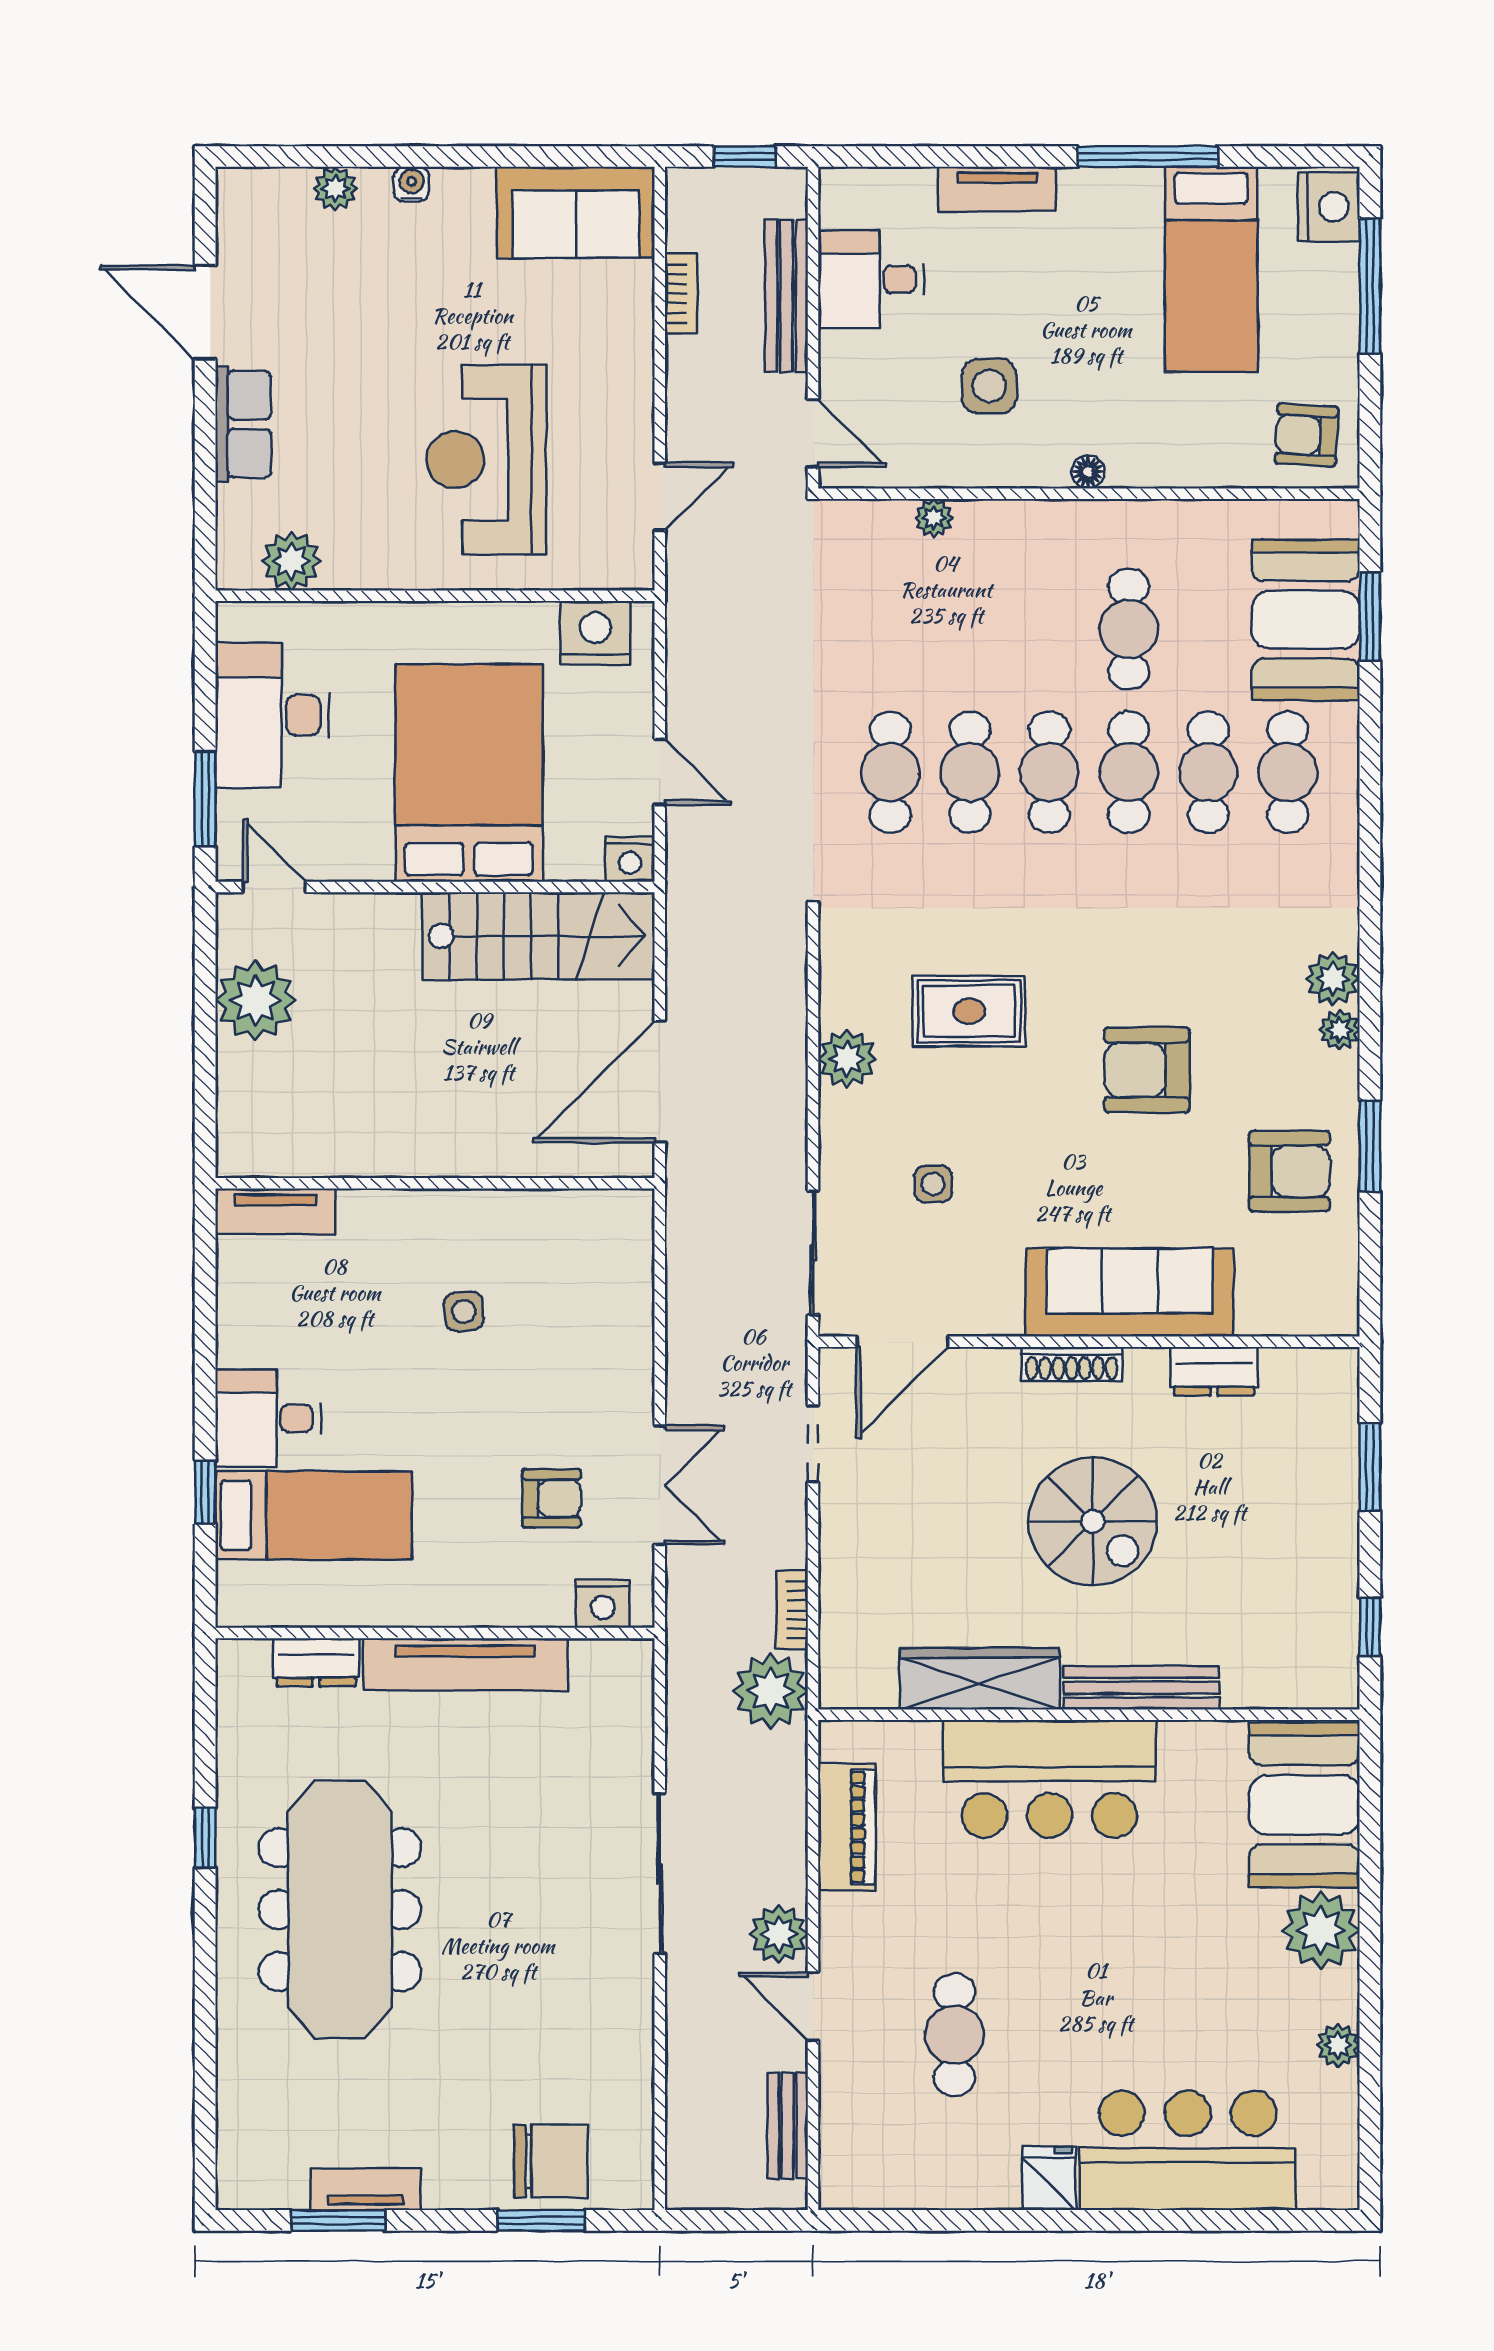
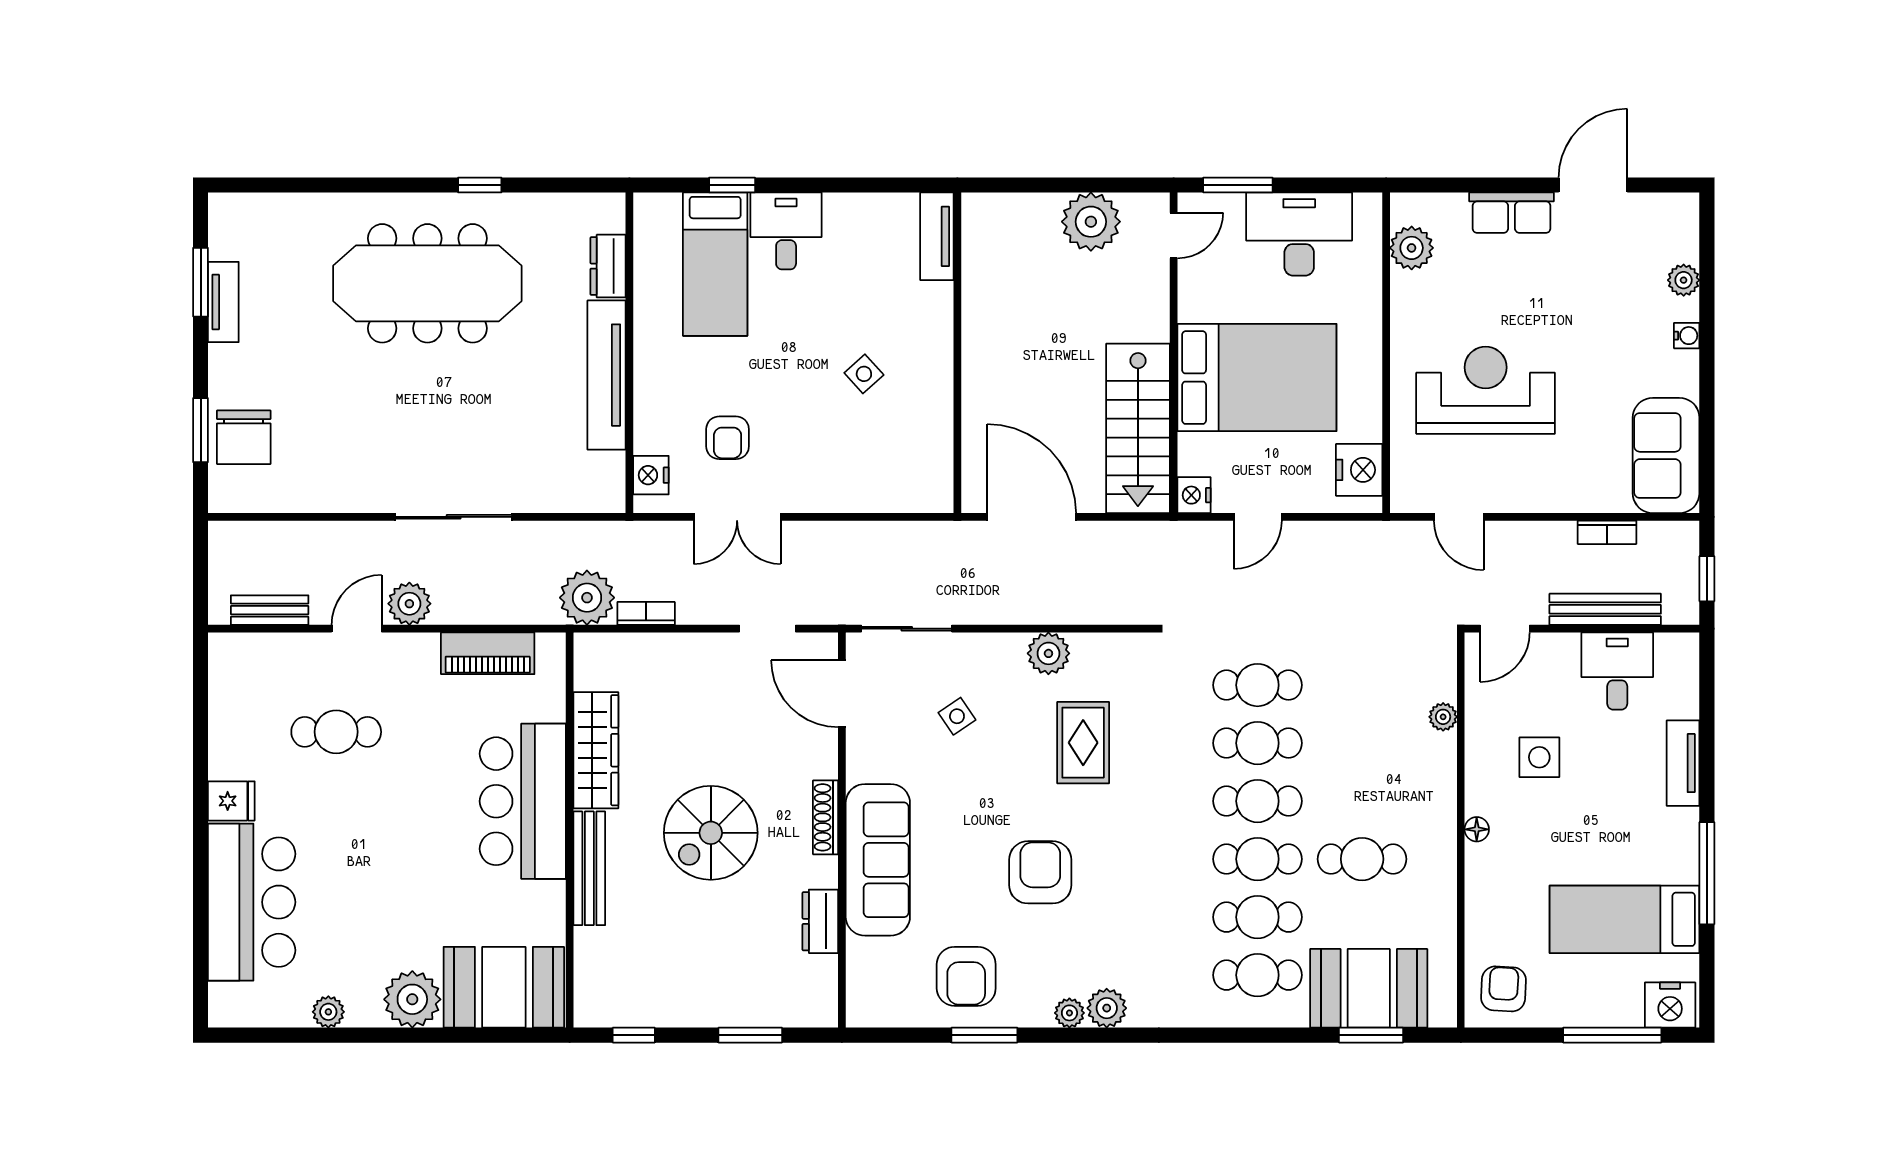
side table: (933, 1184) -> (957, 716), turned -34
side table: (464, 1311) -> (864, 374), turned -36

